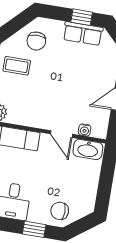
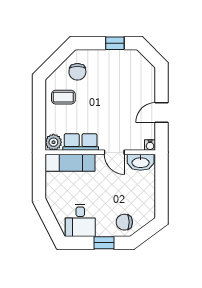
row of seats: (83, 34) -> (81, 142), moved, turned 180
water cooler: (85, 130) -> (150, 145), moved

